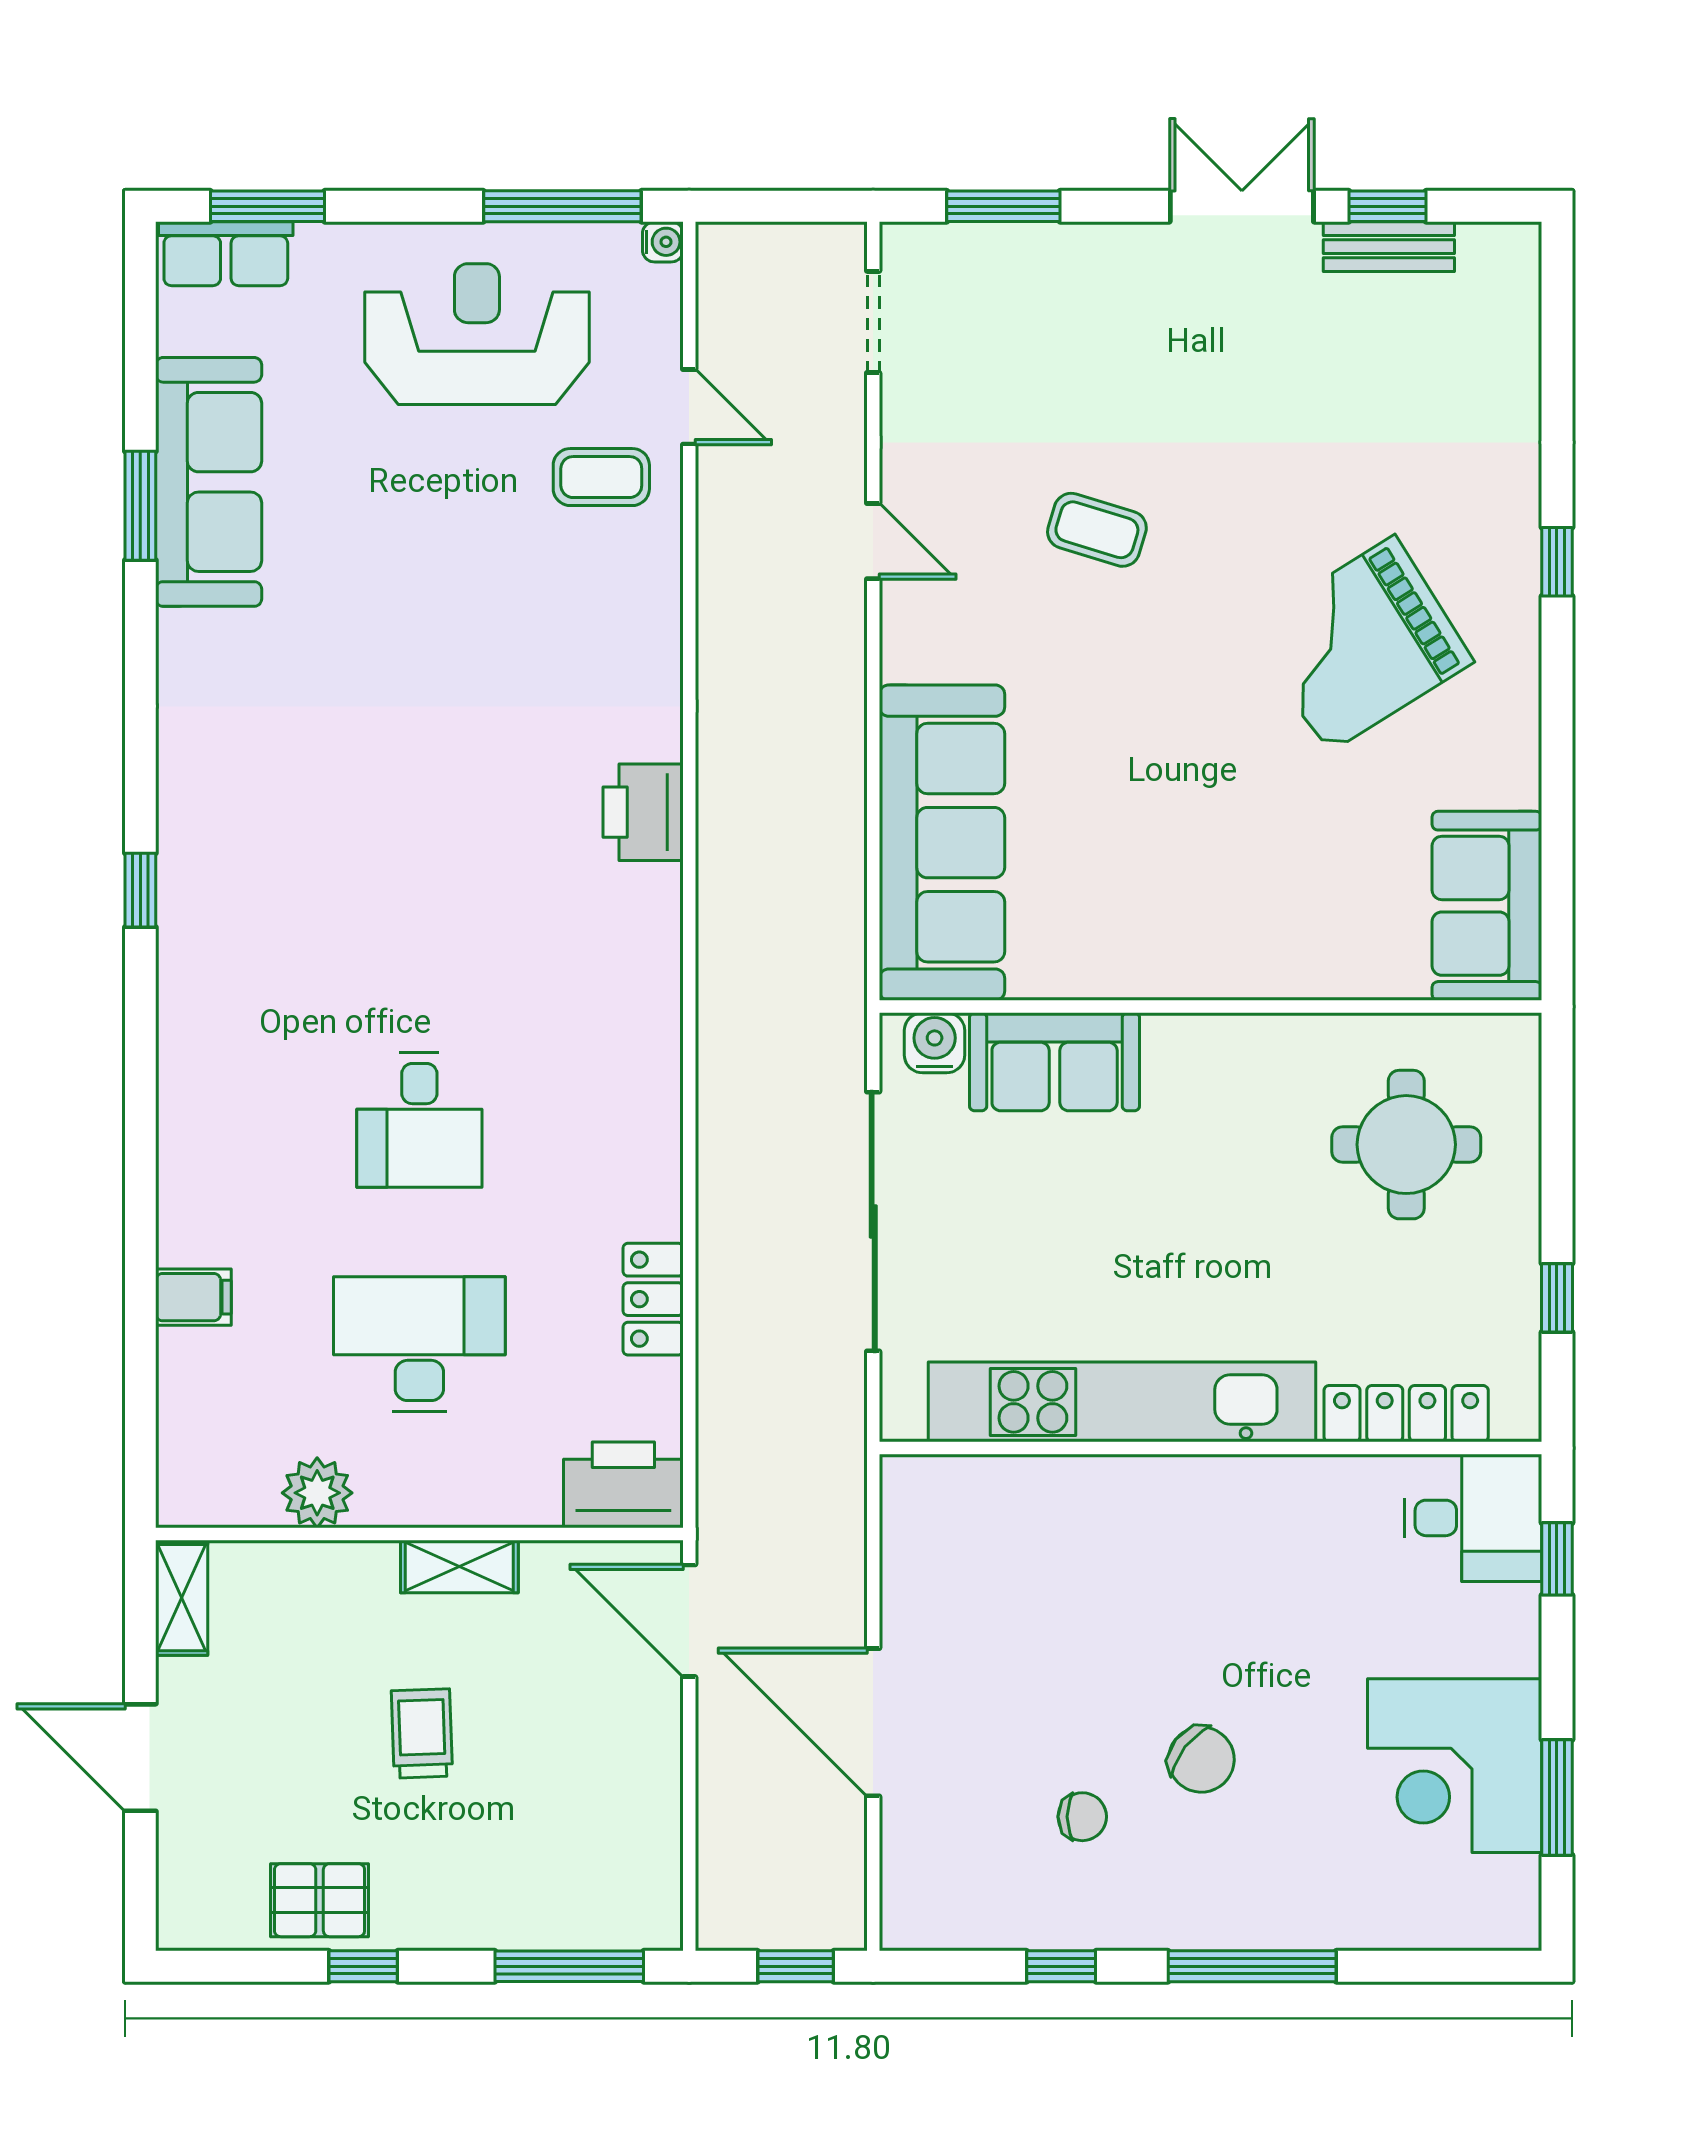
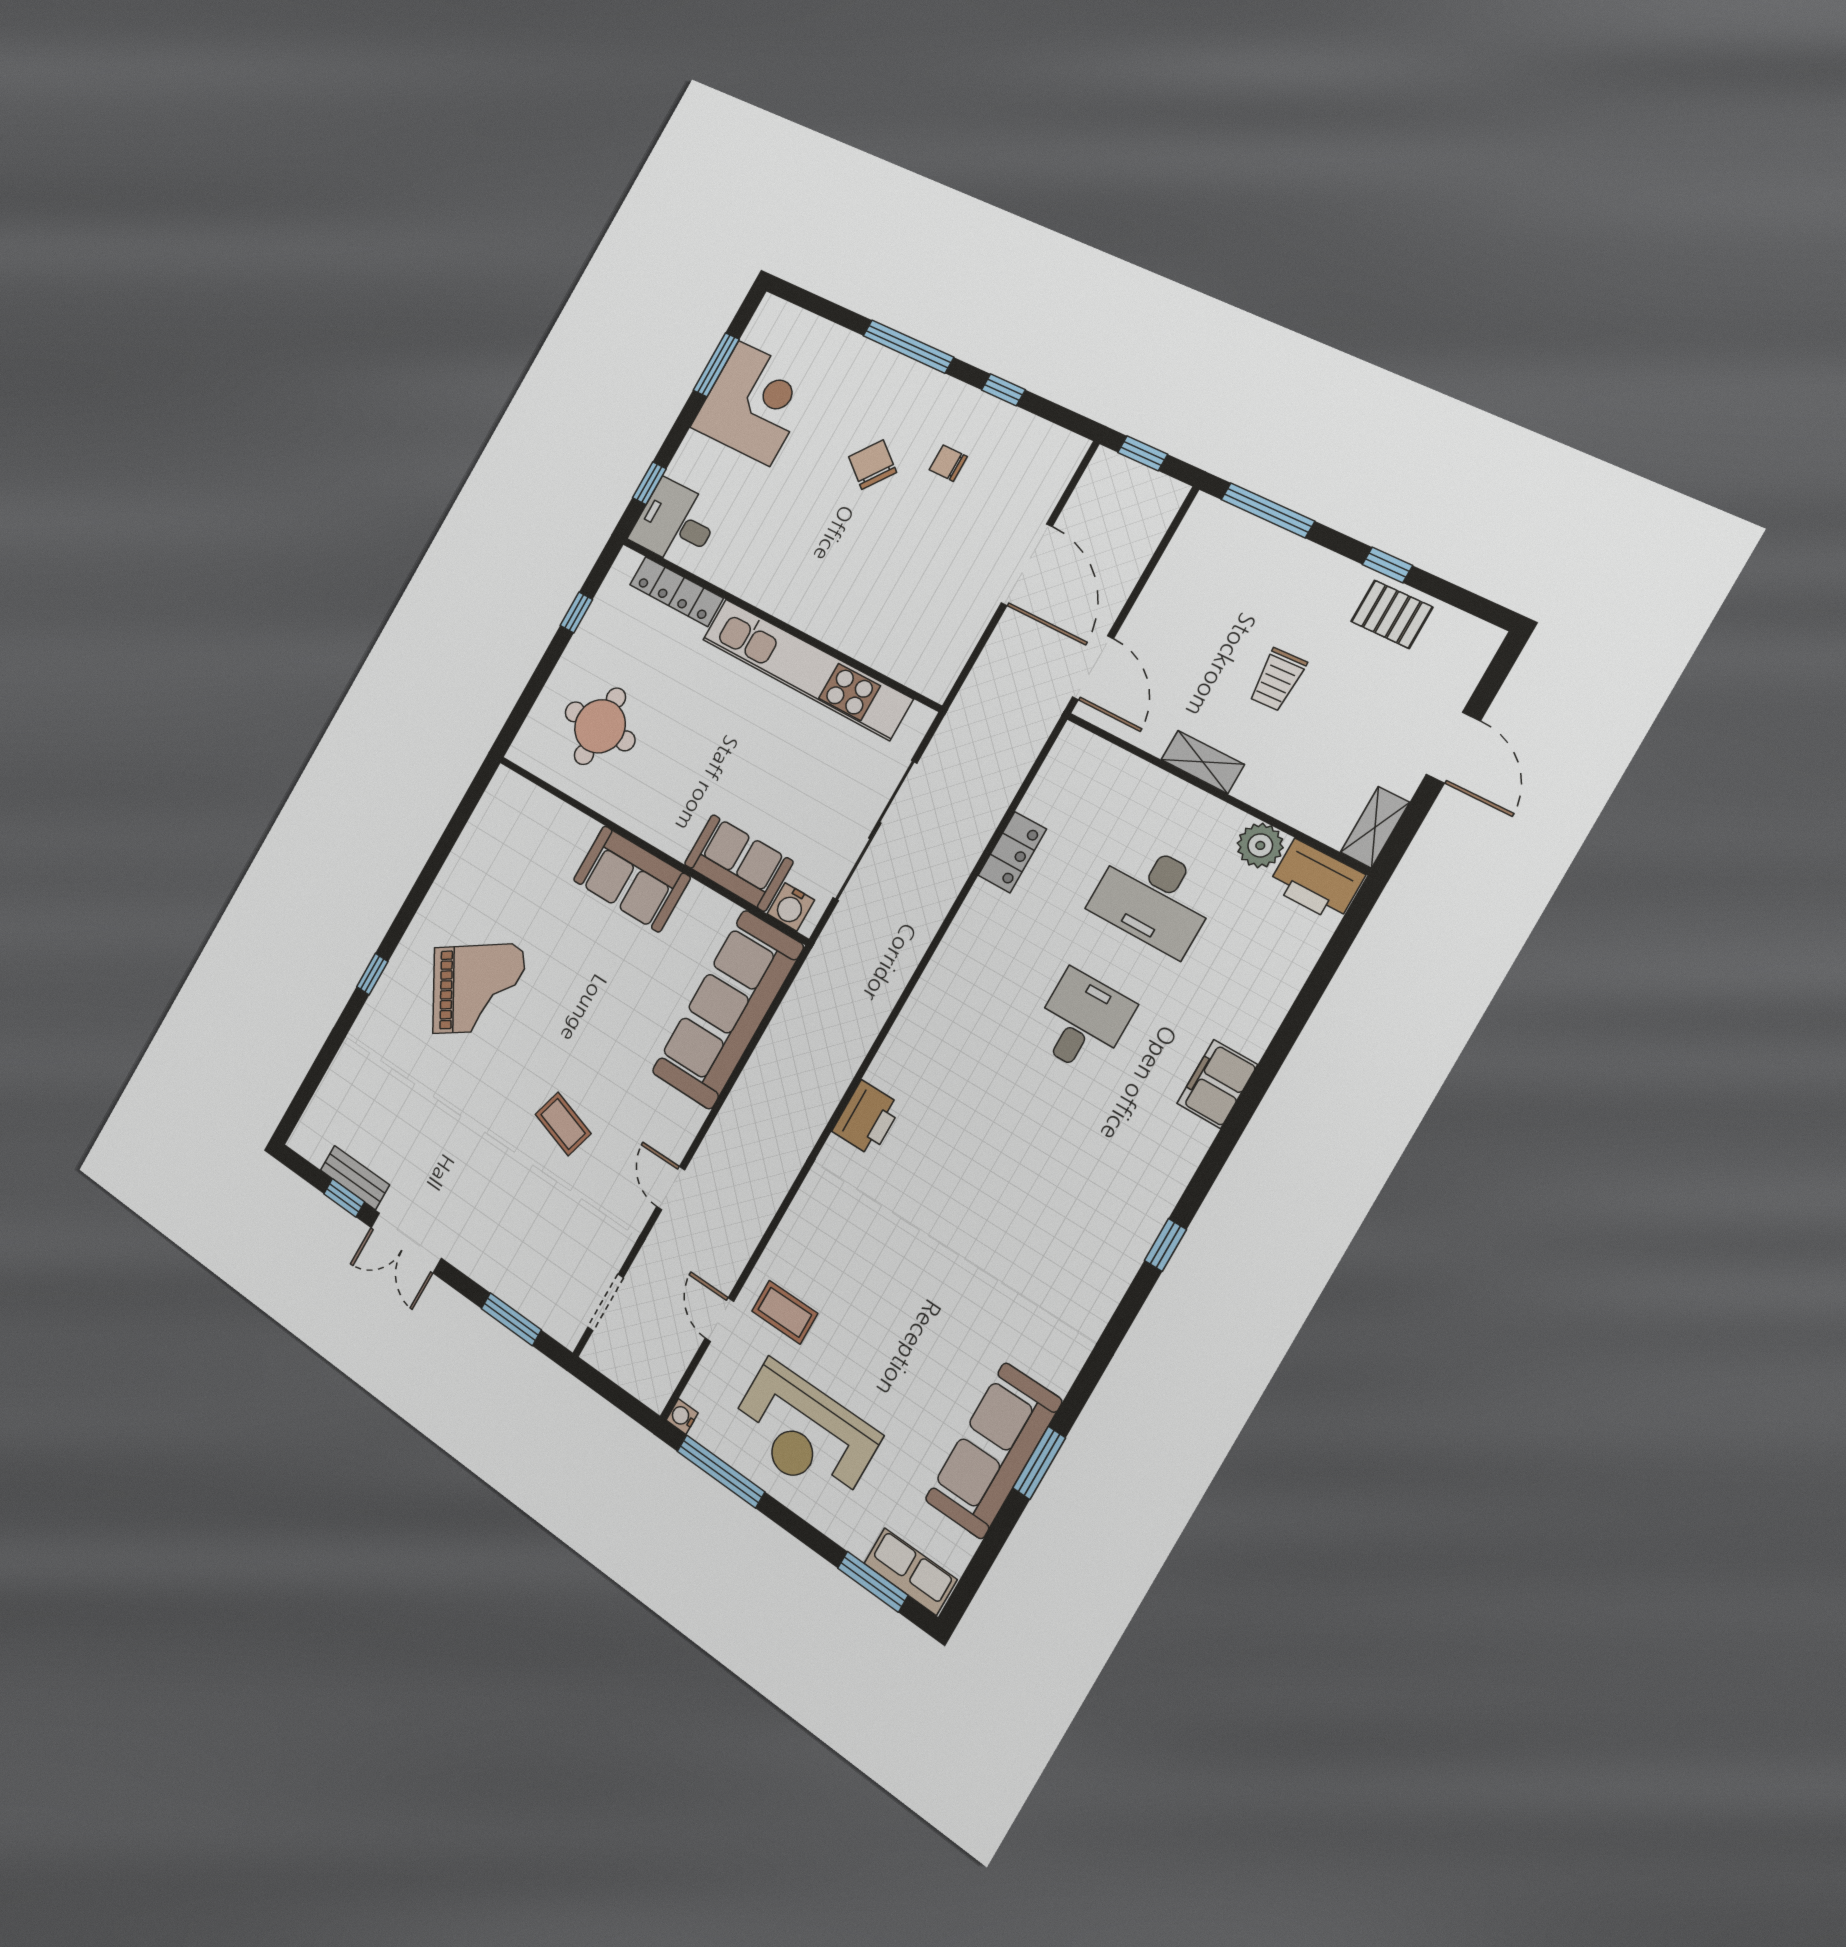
sofa: (1487, 906) -> (632, 879), moved, turned 90
filing cabinet: (193, 1297) -> (1217, 1084), moved, width x2.00
printer: (623, 1485) -> (1316, 881), moved

